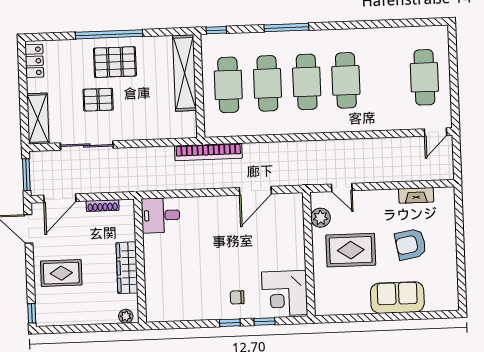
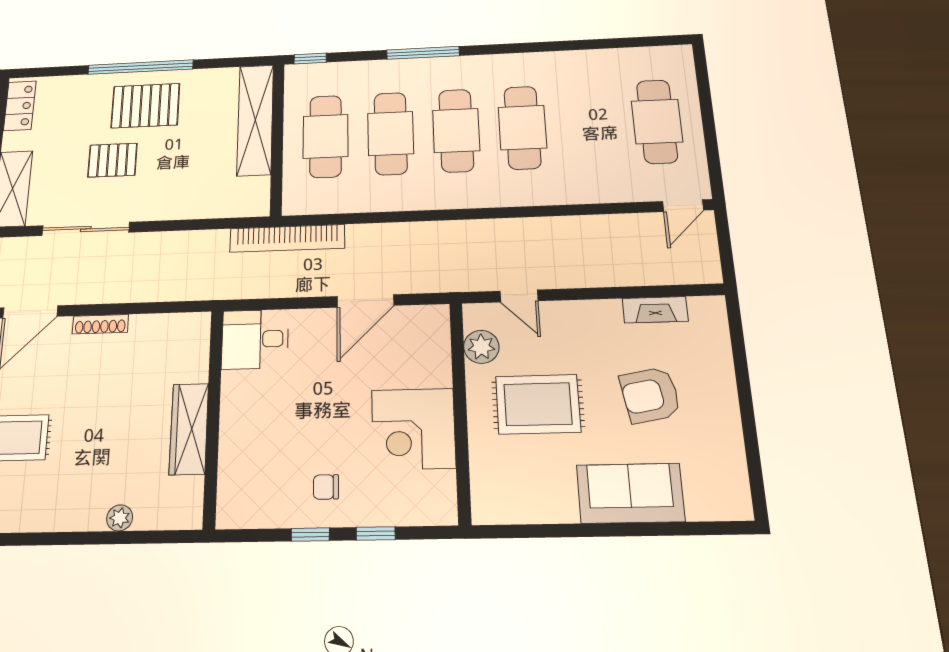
desk: (161, 215) -> (255, 339), moved
wall: (140, 261) -> (213, 417), moved
wardrobe: (127, 268) -> (189, 429), moved
corner desk: (285, 293) -> (413, 429), moved

